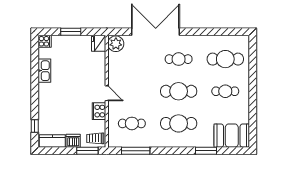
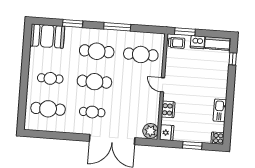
cooker: (99, 111) -> (168, 109), moved
cafe table: (132, 123) -> (141, 54), width x1.37, depth x1.35
window: (136, 151) -> (117, 27), moved

